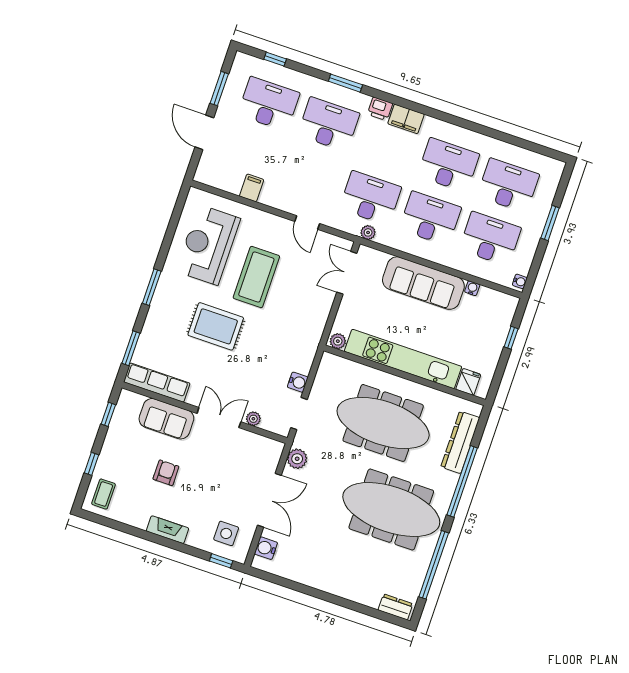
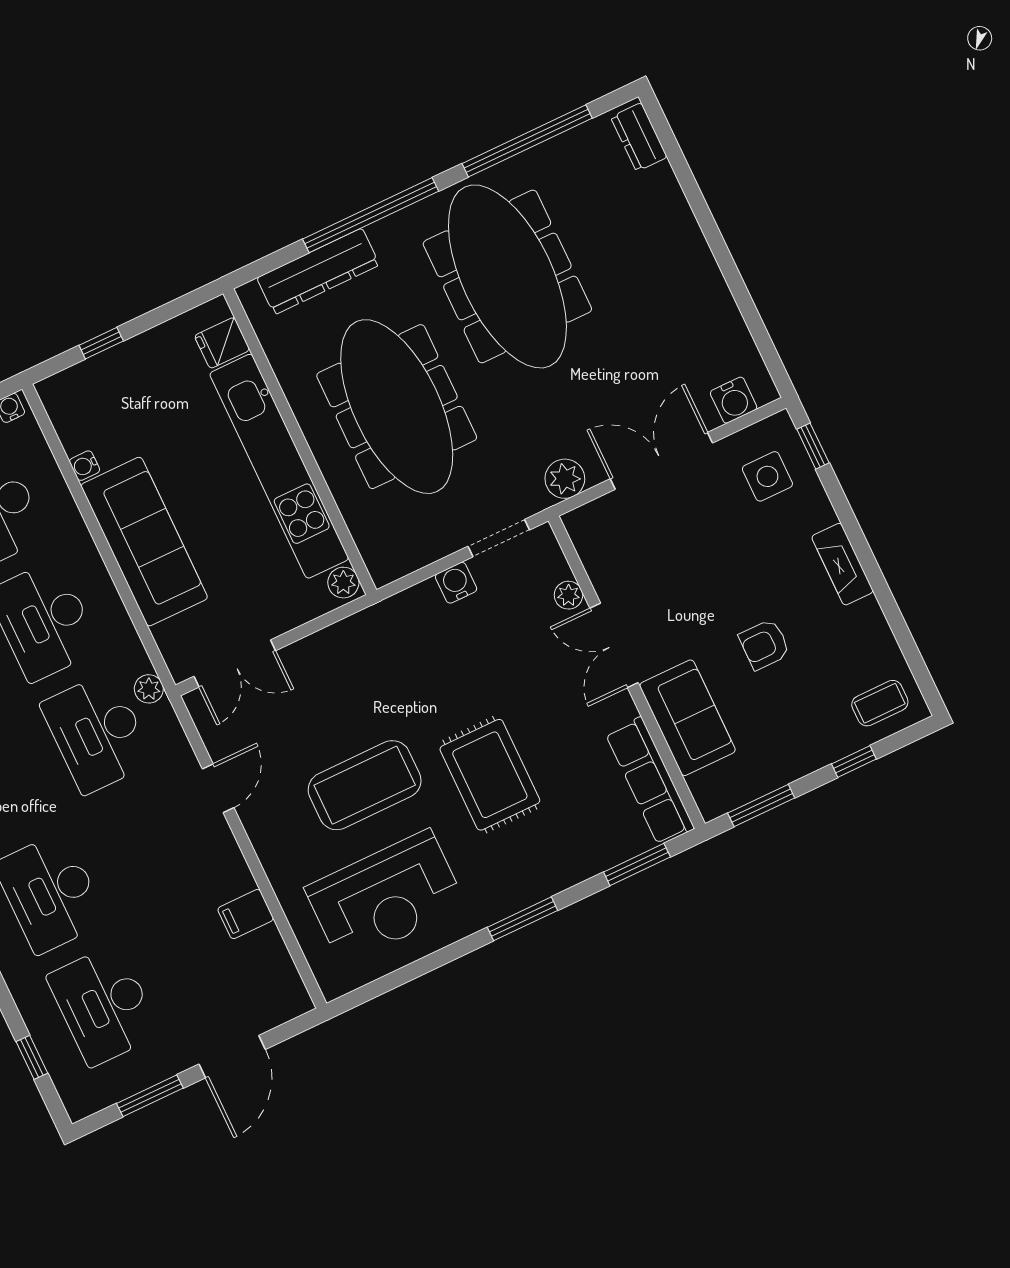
window: (108, 414) -> (761, 805), width x1.50

